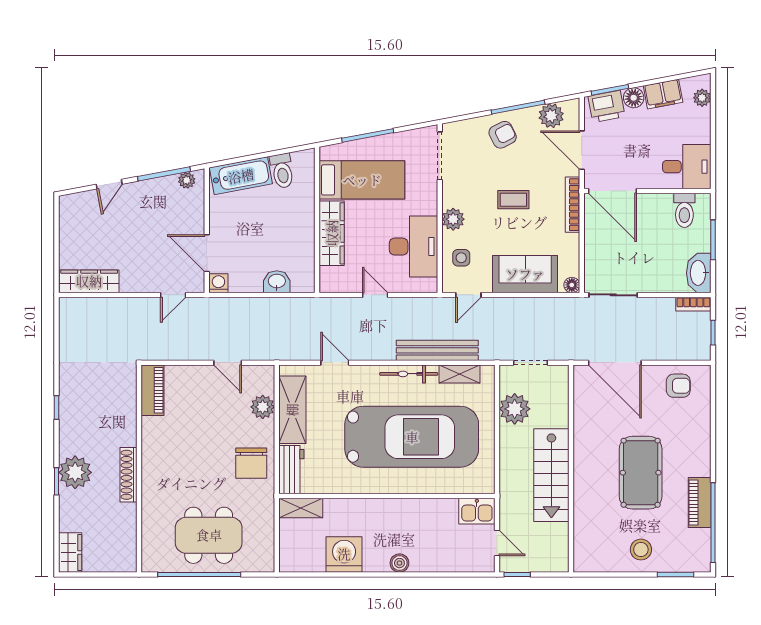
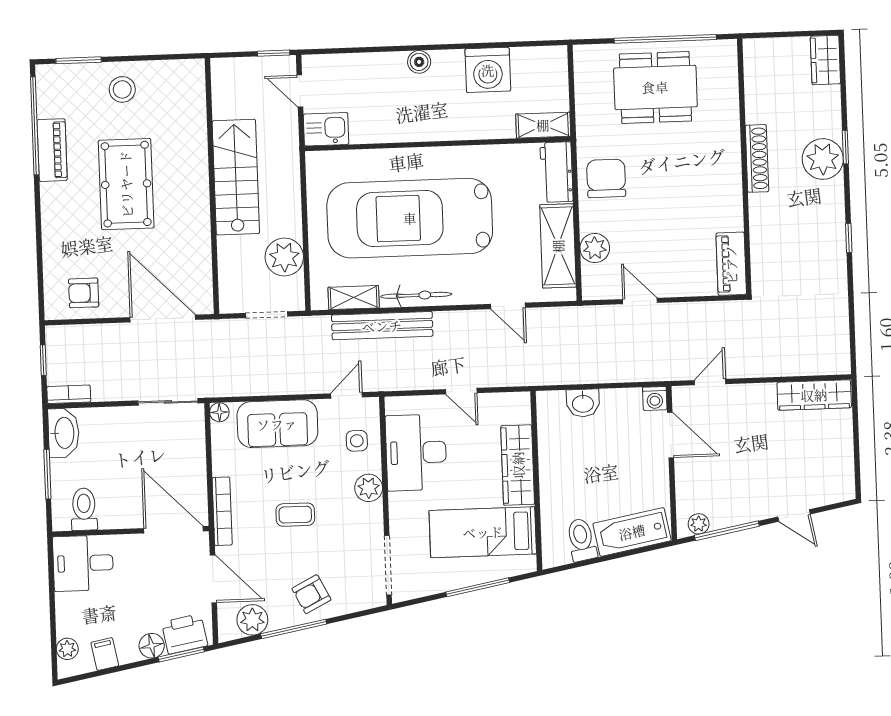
filing cabinet: (663, 94) -> (105, 654), width x0.50
door: (109, 184) -> (794, 516), swing flipped

